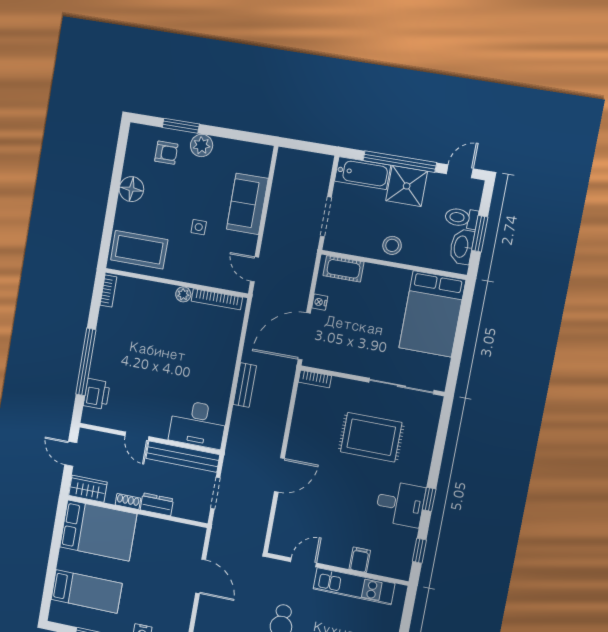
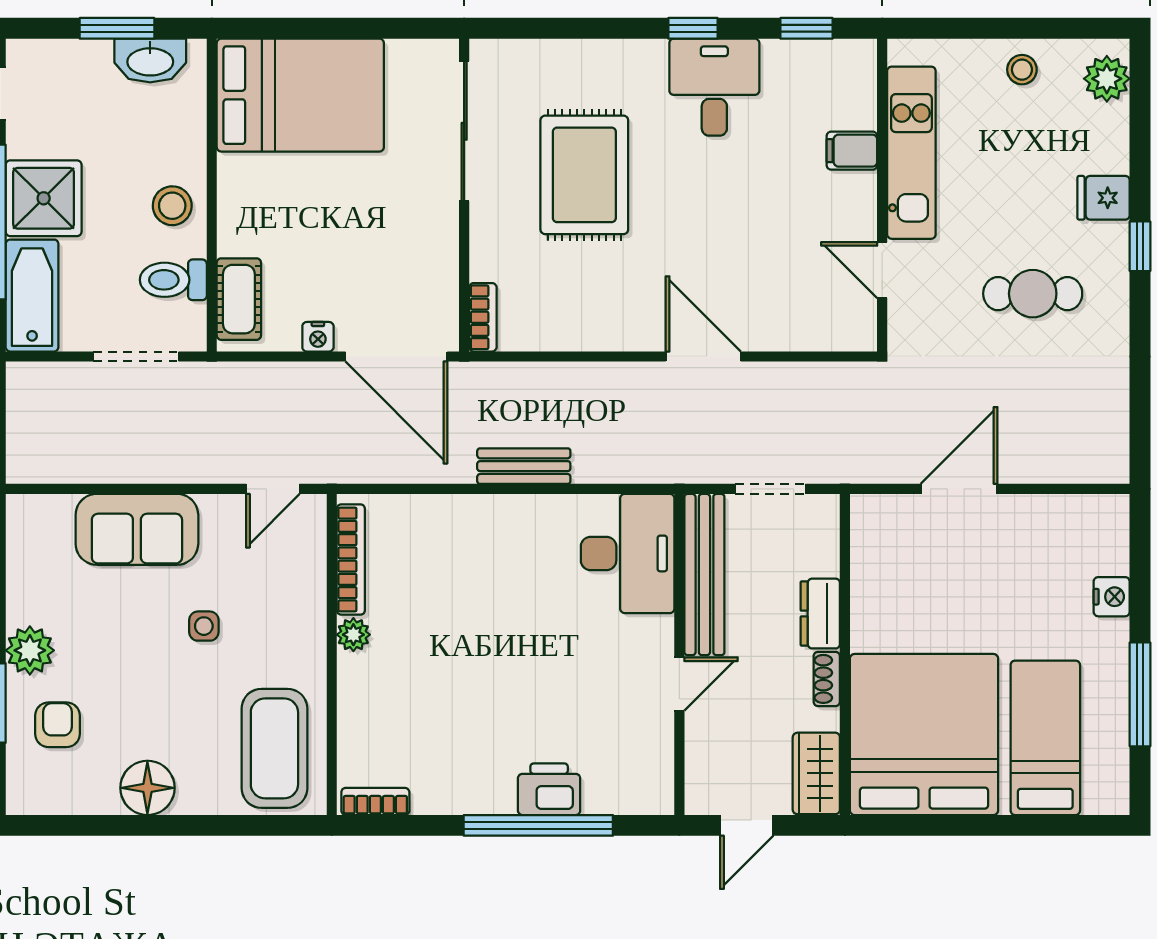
toilet: (461, 218) -> (173, 280), moved, turned 90
printer: (97, 394) -> (549, 789), moved
bed: (98, 531) -> (924, 734), width x1.36

